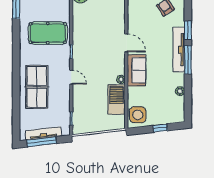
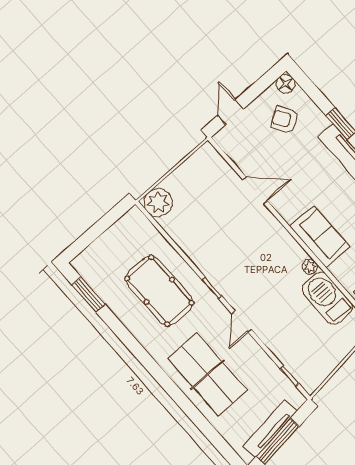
pool table: (48, 33) -> (159, 291), turned 90
door: (126, 43) -> (255, 190), moved
door: (71, 77) -> (242, 322), swing flipped

